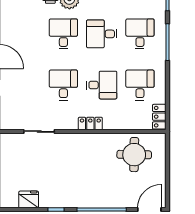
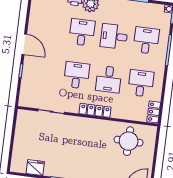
desk: (102, 85) -> (109, 79), turned 90
locker: (90, 123) -> (95, 110), width x1.53

